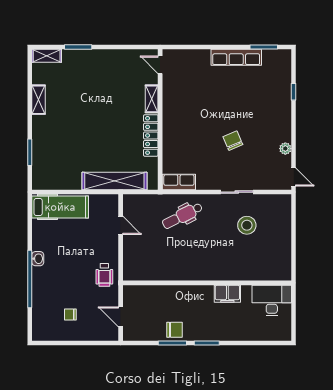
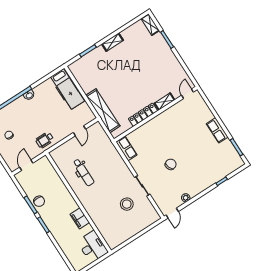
row of seats: (236, 57) -> (217, 130), width x0.68
shelving: (39, 100) -> (113, 42), moved
dental chair: (182, 216) -> (84, 172), moved, turned -153

